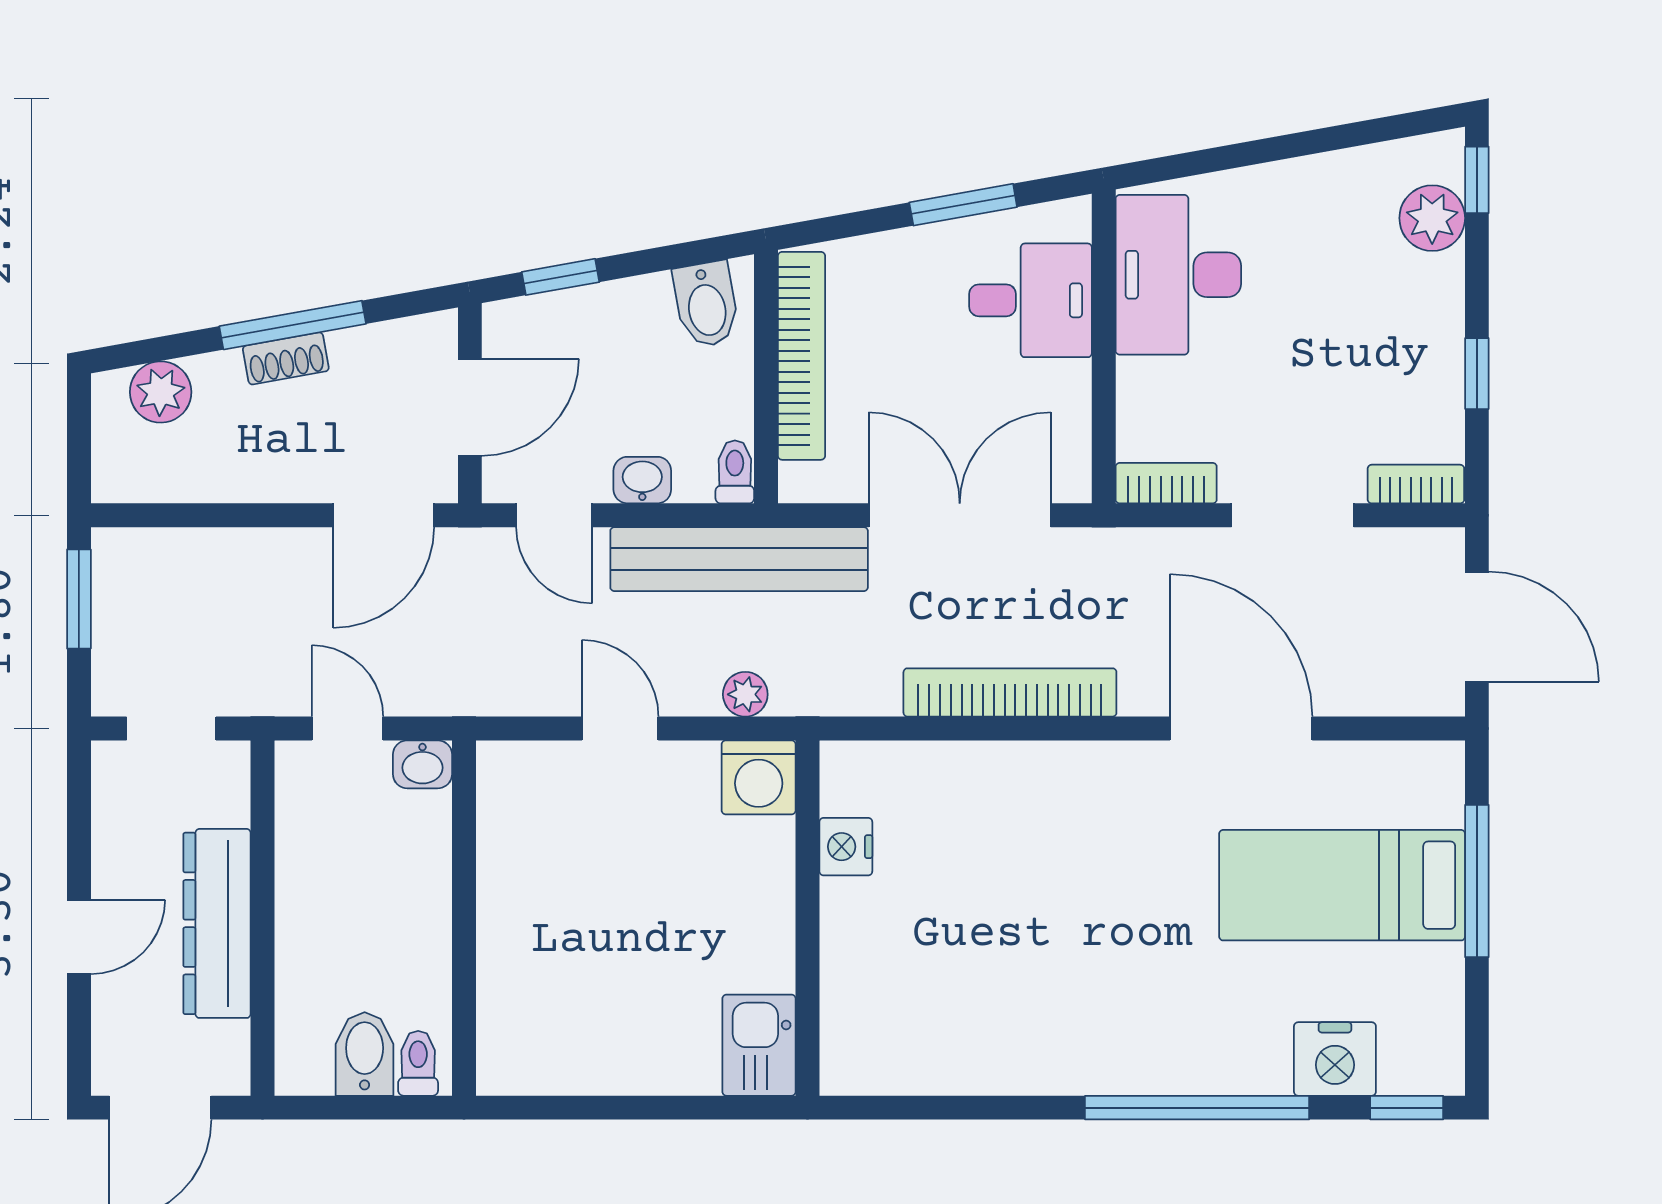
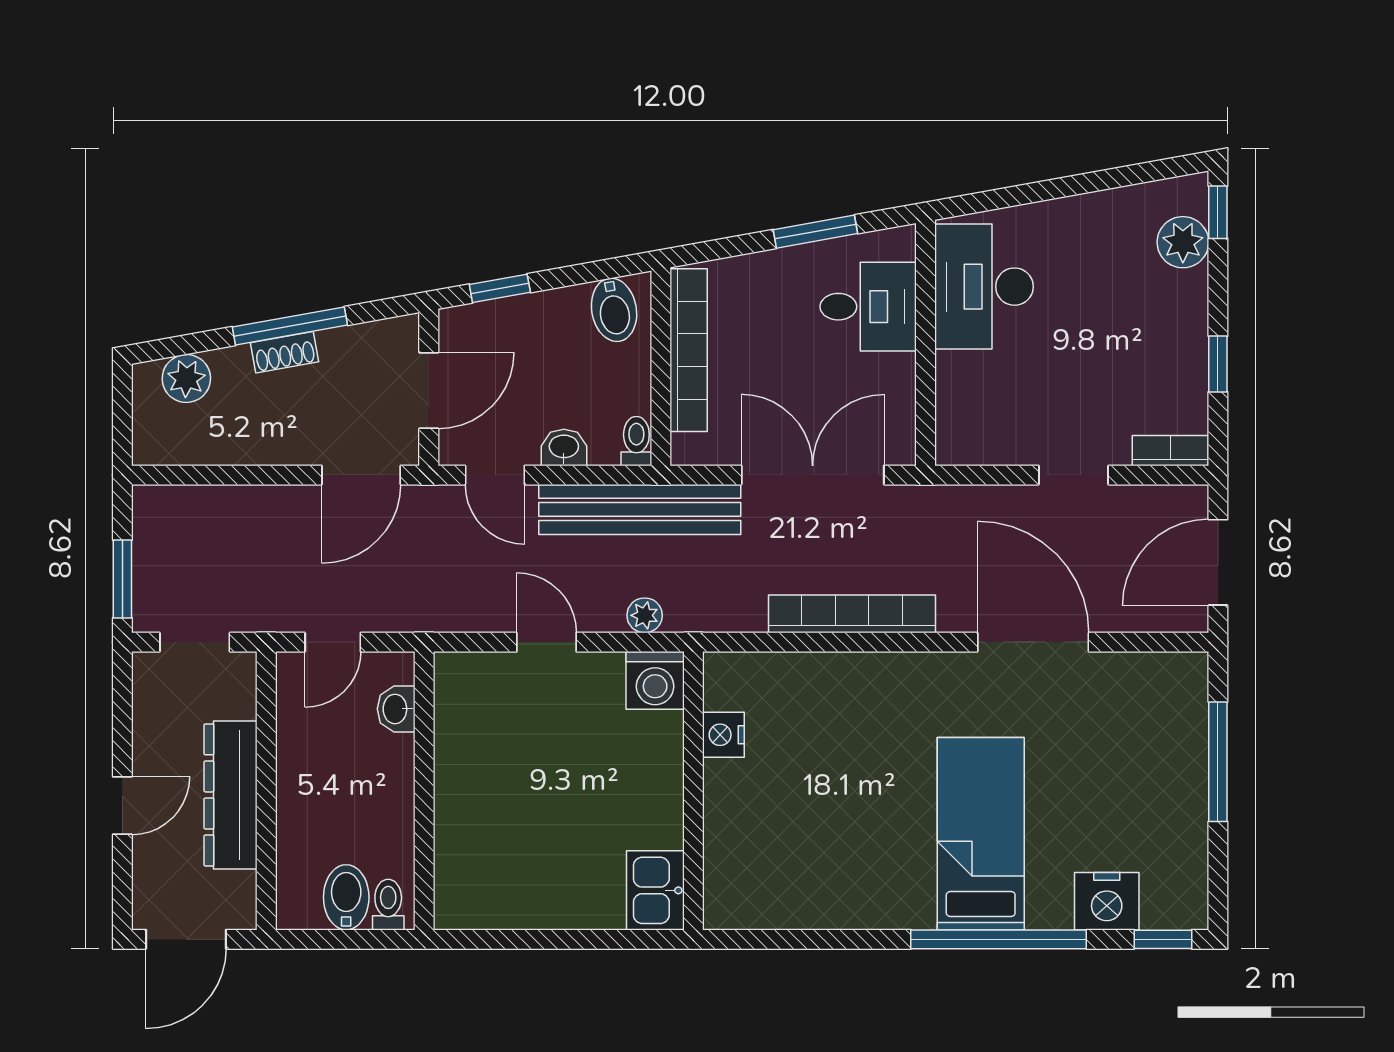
bookcase: (1166, 483) -> (974, 450), removed
doorway: (1293, 515) -> (1074, 475), width x0.73
window: (79, 599) -> (122, 579), moved
door: (1477, 627) -> (1218, 562), swing flipped
door: (347, 728) -> (333, 642), swing flipped
washbasin: (422, 764) -> (396, 709), moved, turned 90
bed: (1342, 885) -> (981, 834), moved, turned 90

